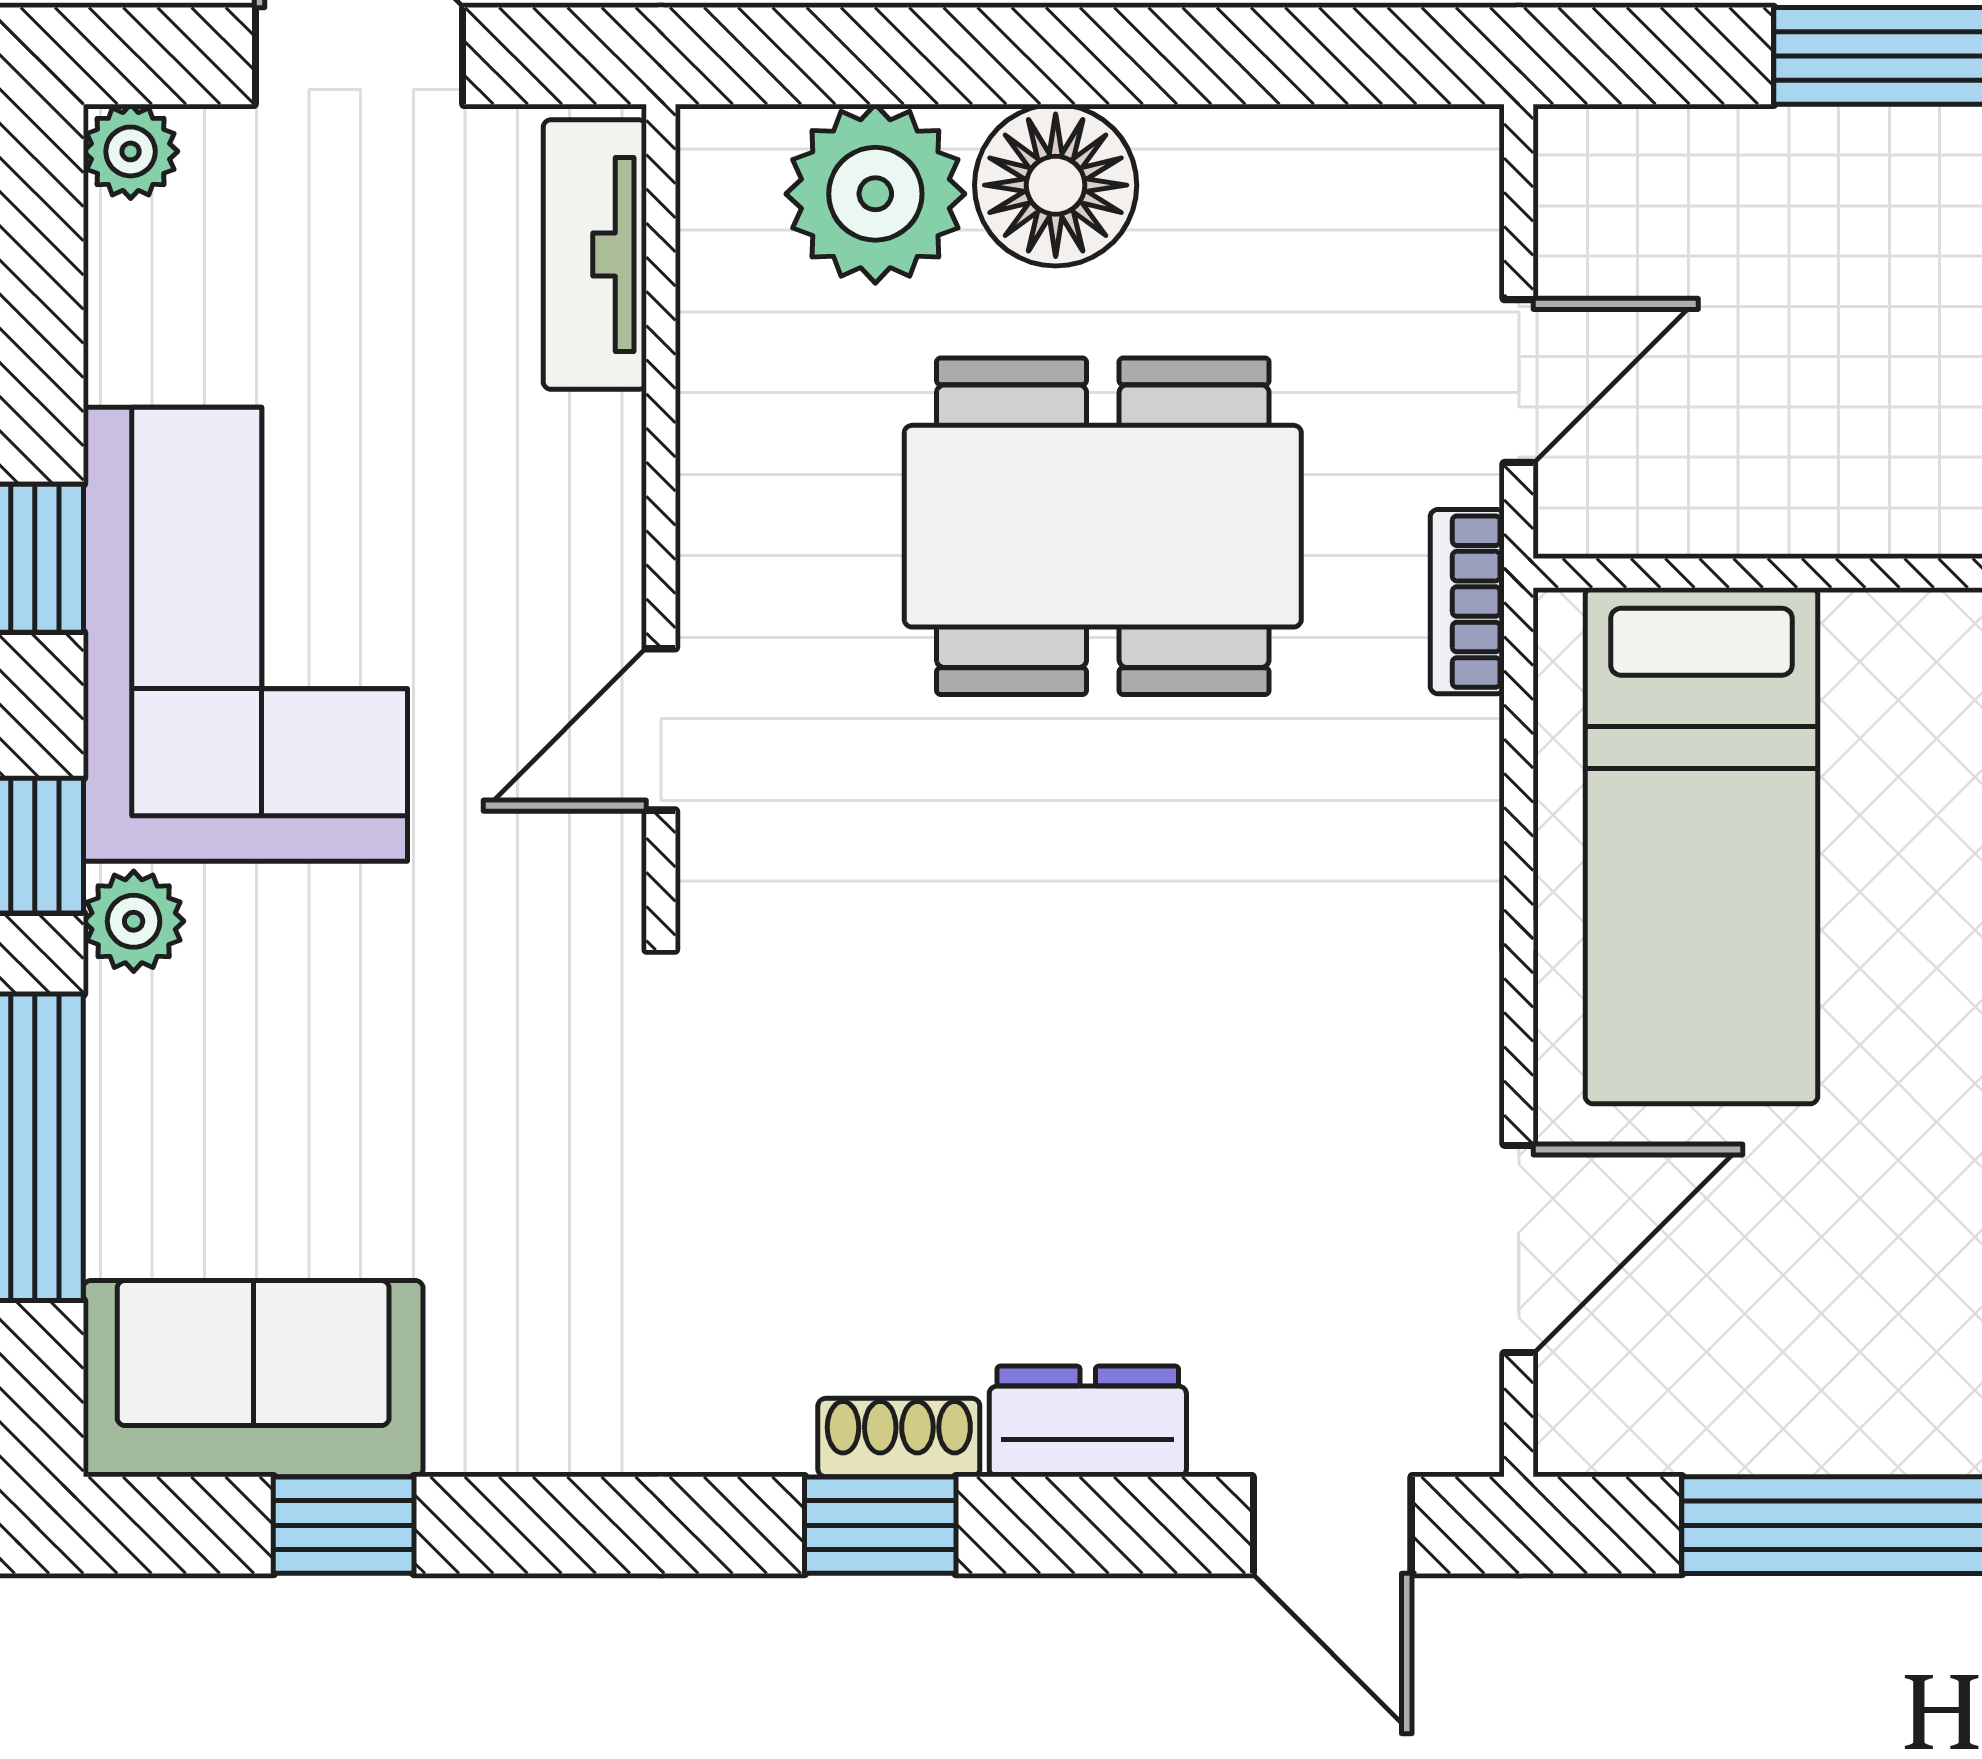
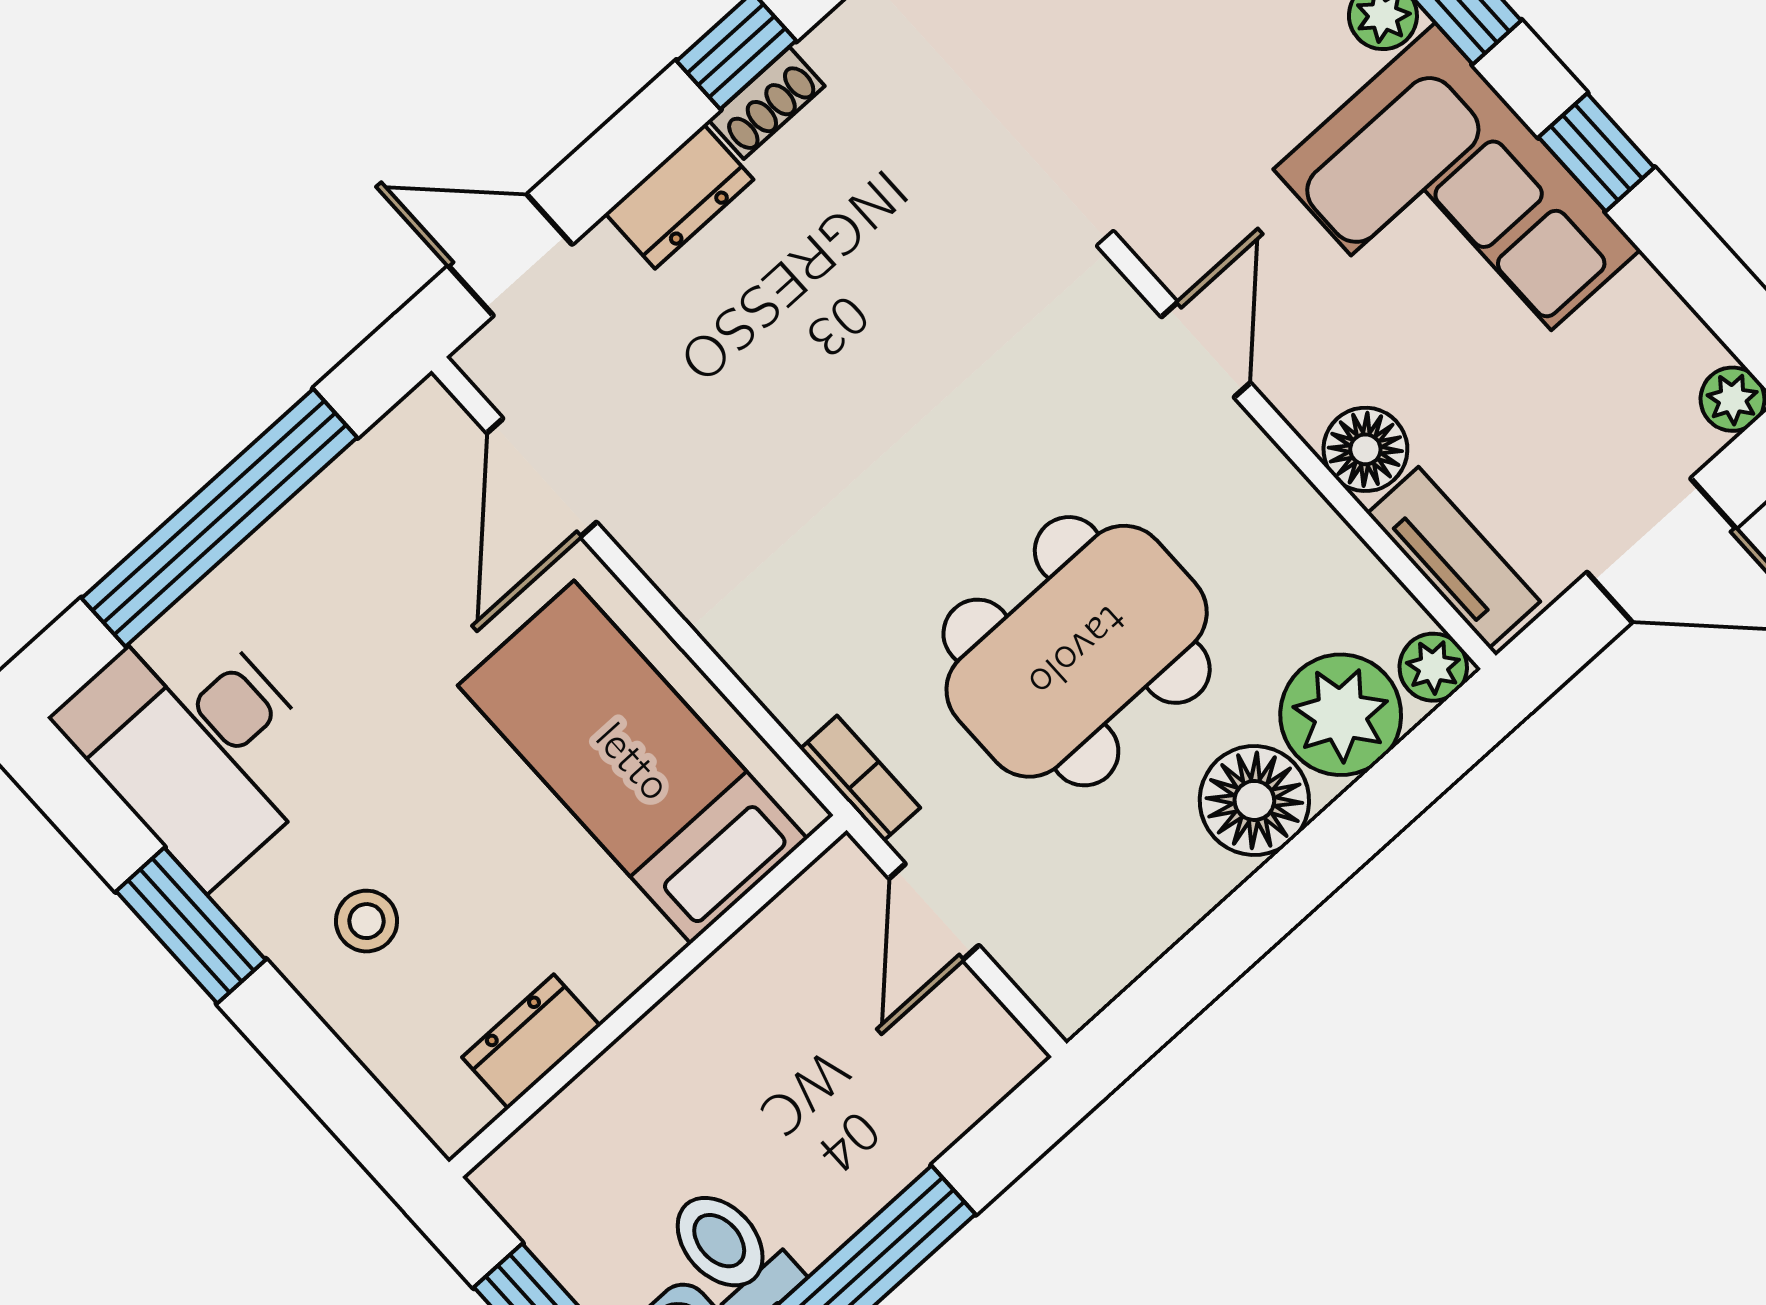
plant: (726, 154) -> (1433, 667), added
floor lamp: (584, 461) -> (1365, 449), added

